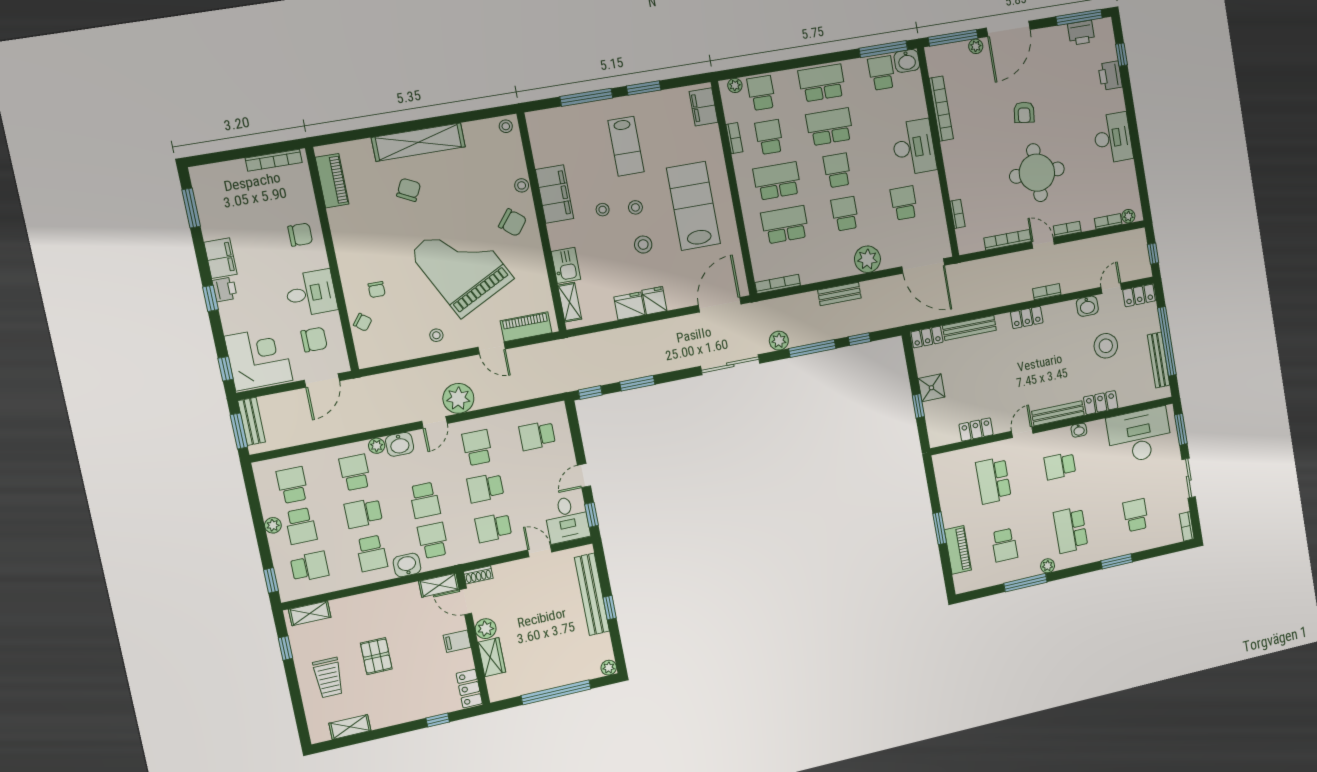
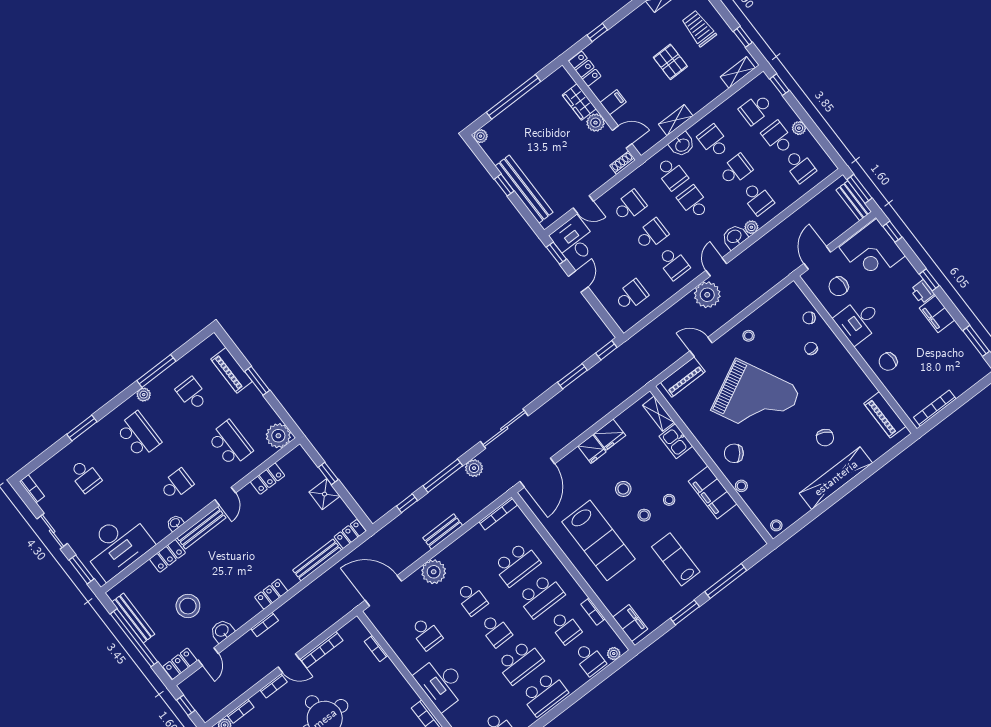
plant: (946, 466) -> (278, 436), added
shelving: (439, 585) -> (676, 120), moved

